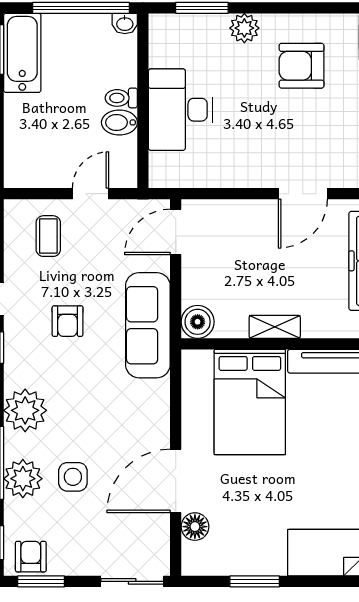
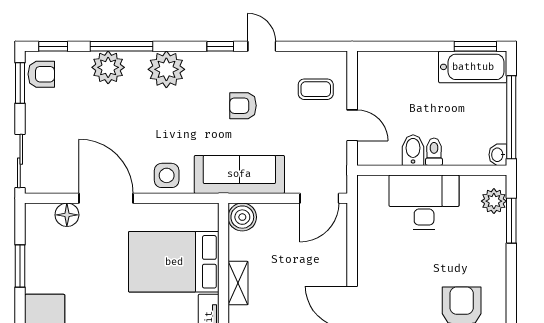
plant: (244, 28) -> (494, 201), moved
door: (176, 232) -> (319, 198), swing flipped
side table: (73, 477) -> (167, 175), moved

